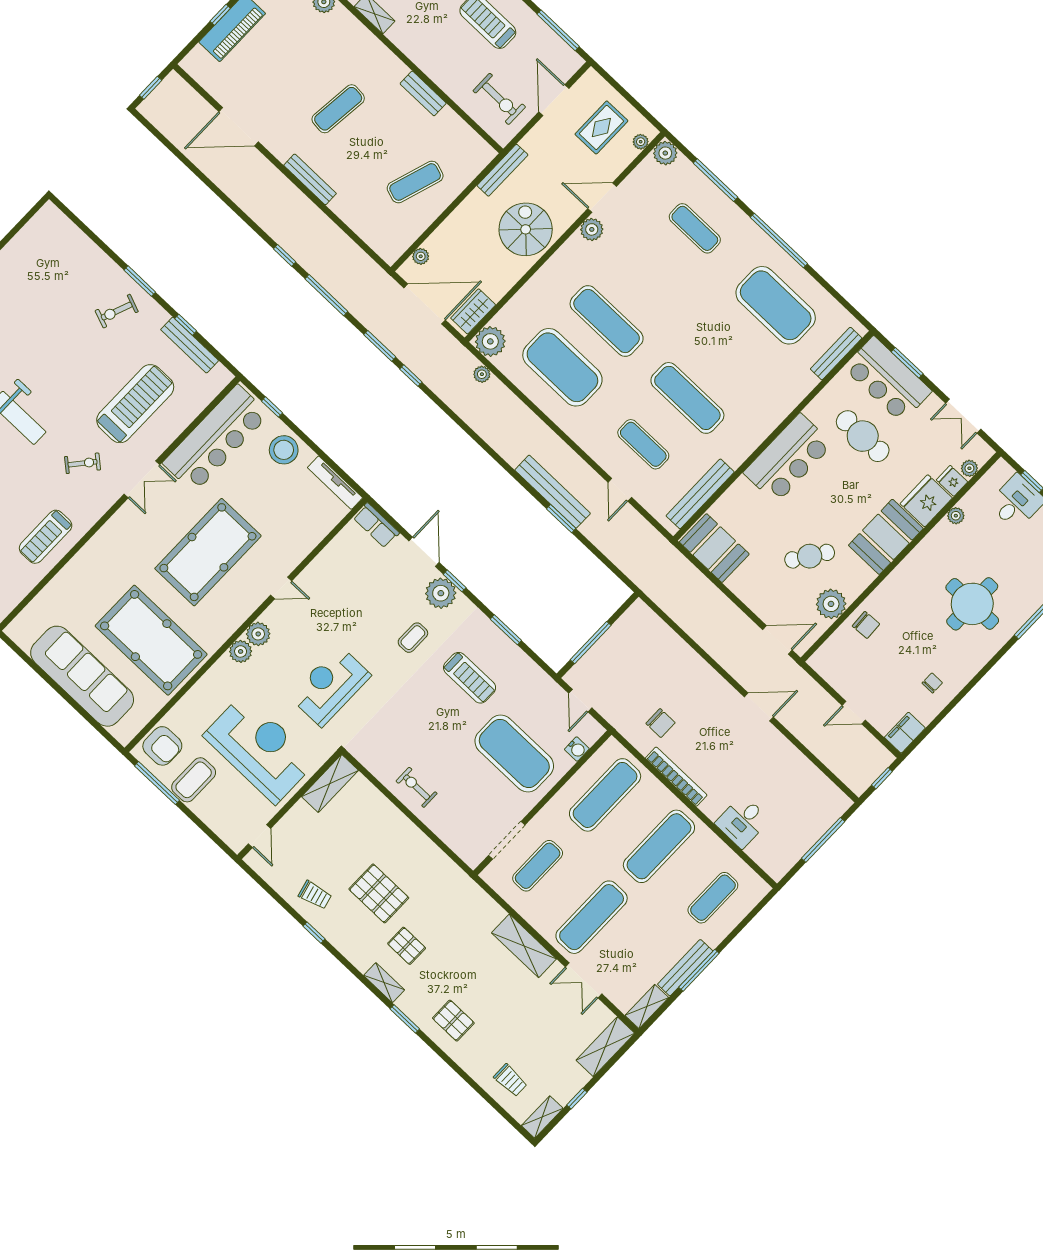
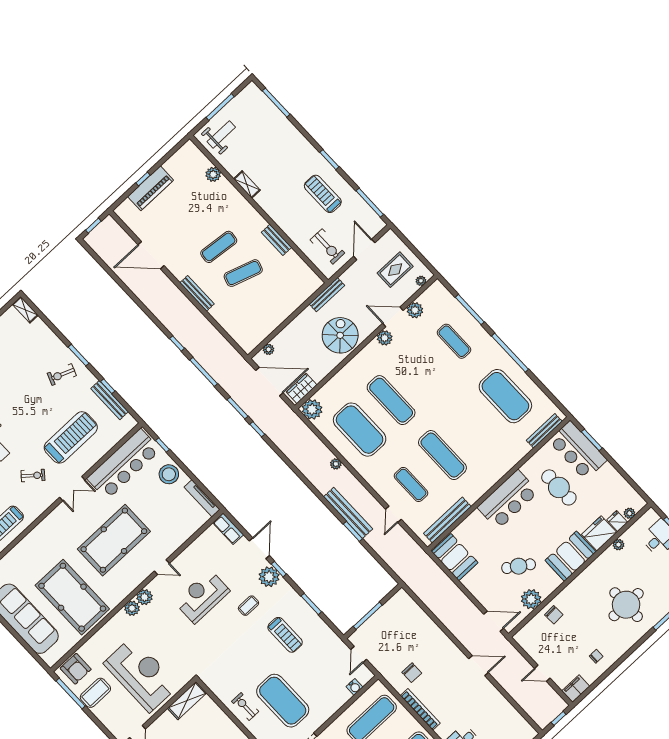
plant: (665, 153) -> (415, 310), moved
exercise mat: (415, 182) -> (243, 273), moved
shelving: (57, 218) -> (25, 310), added
plant: (482, 374) -> (336, 464), moved
double door: (963, 416) -> (627, 478), removed
reception desk: (330, 686) -> (202, 596), moved
exercise mat: (514, 753) -> (283, 701), moved

